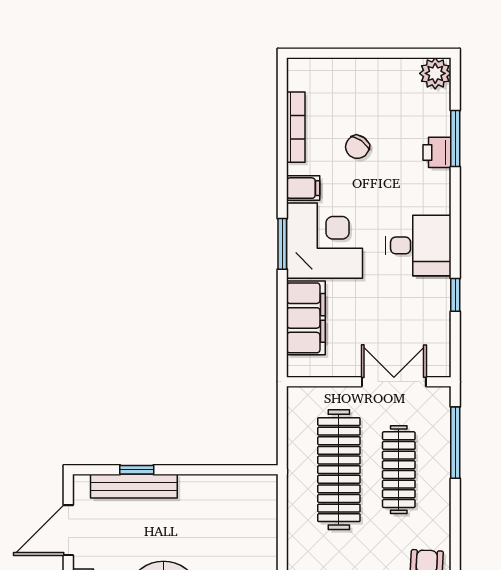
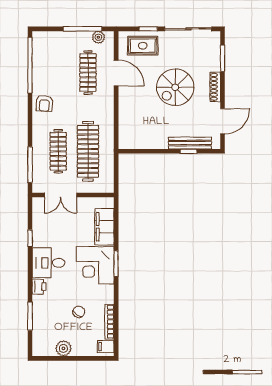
plant: (435, 73) -> (63, 348), moved
printer: (437, 152) -> (39, 287), moved
filing cabinet: (303, 188) -> (106, 347), moved

